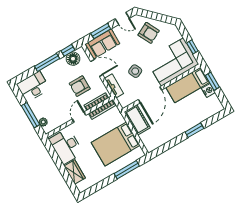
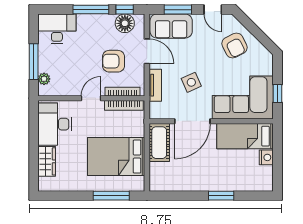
window: (212, 81) -> (277, 149), removed

